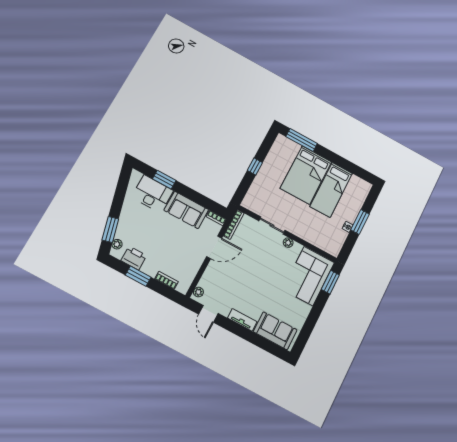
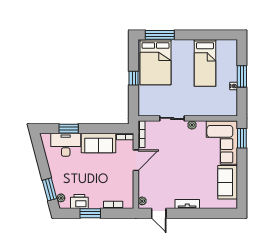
bed: (306, 175) -> (156, 62), moved
sofa: (275, 331) -> (228, 182), moved, turned -90

